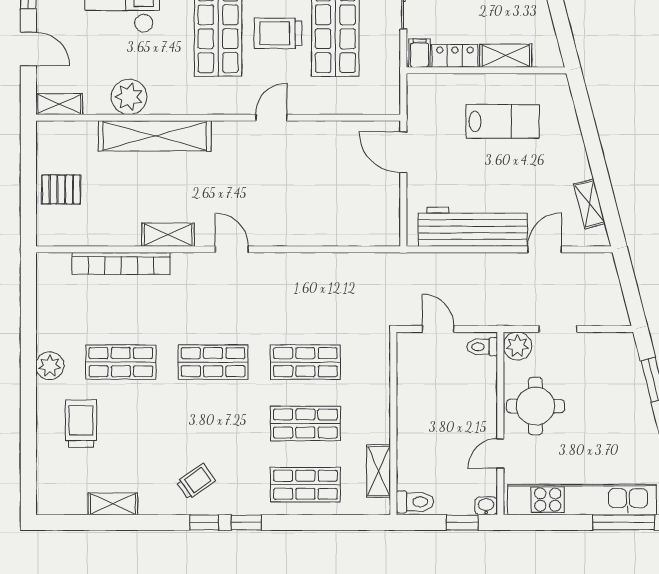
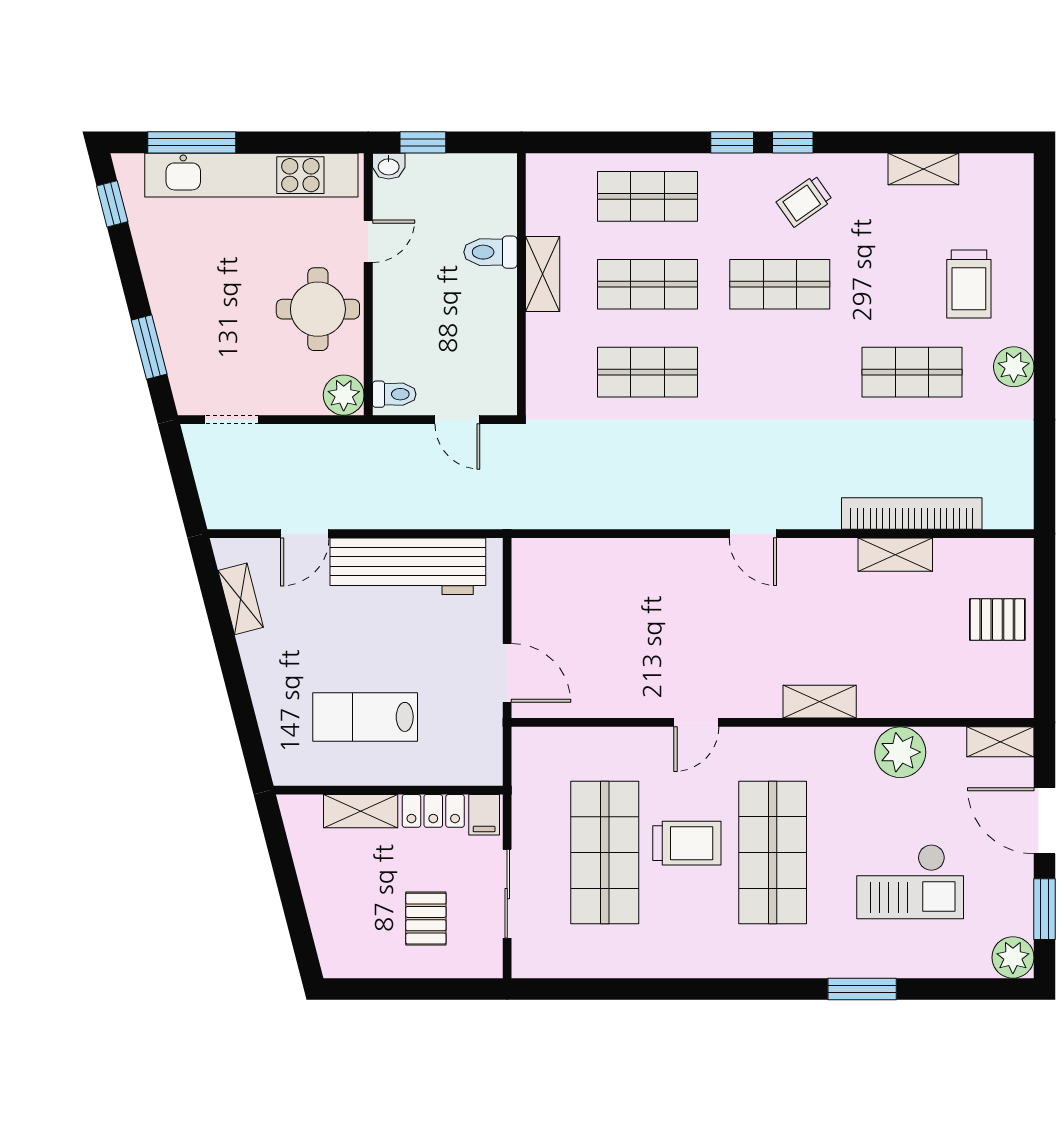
door: (28, 49) -> (1044, 821), width x1.37
shelving: (155, 136) -> (820, 702), width x0.45, depth x0.75
shelving: (168, 235) -> (895, 555), moved
doorway: (558, 329) -> (232, 420), moved
shop shelf: (213, 362) -> (780, 284), moved
shelving: (379, 471) -> (543, 274), moved
toilet: (415, 502) -> (491, 252), moved

